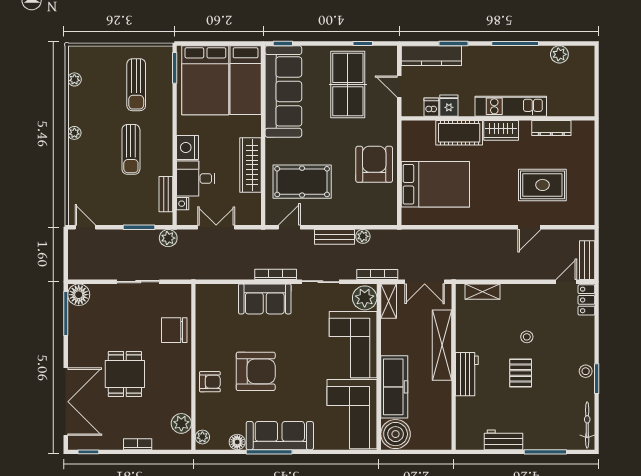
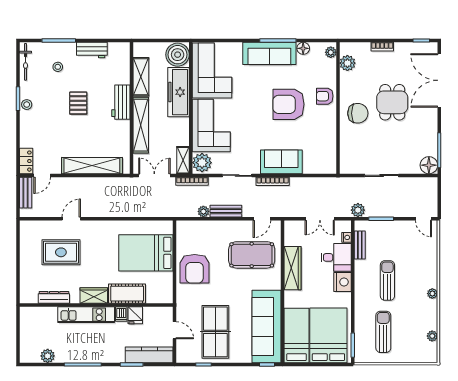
dishwasher: (431, 107) -> (121, 314), moved
shelving: (482, 292) -> (92, 166), width x2.20, depth x1.33
chair: (174, 330) -> (358, 113), moved
stool: (527, 337) -> (58, 67), moved
shelving: (442, 406) -> (141, 77), added

